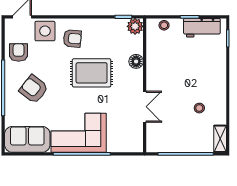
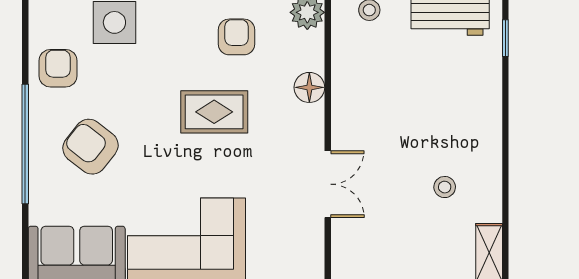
armchair: (72, 38) -> (237, 37), moved, turned -95
rug: (92, 73) -> (214, 112), width x0.73, depth x0.70

